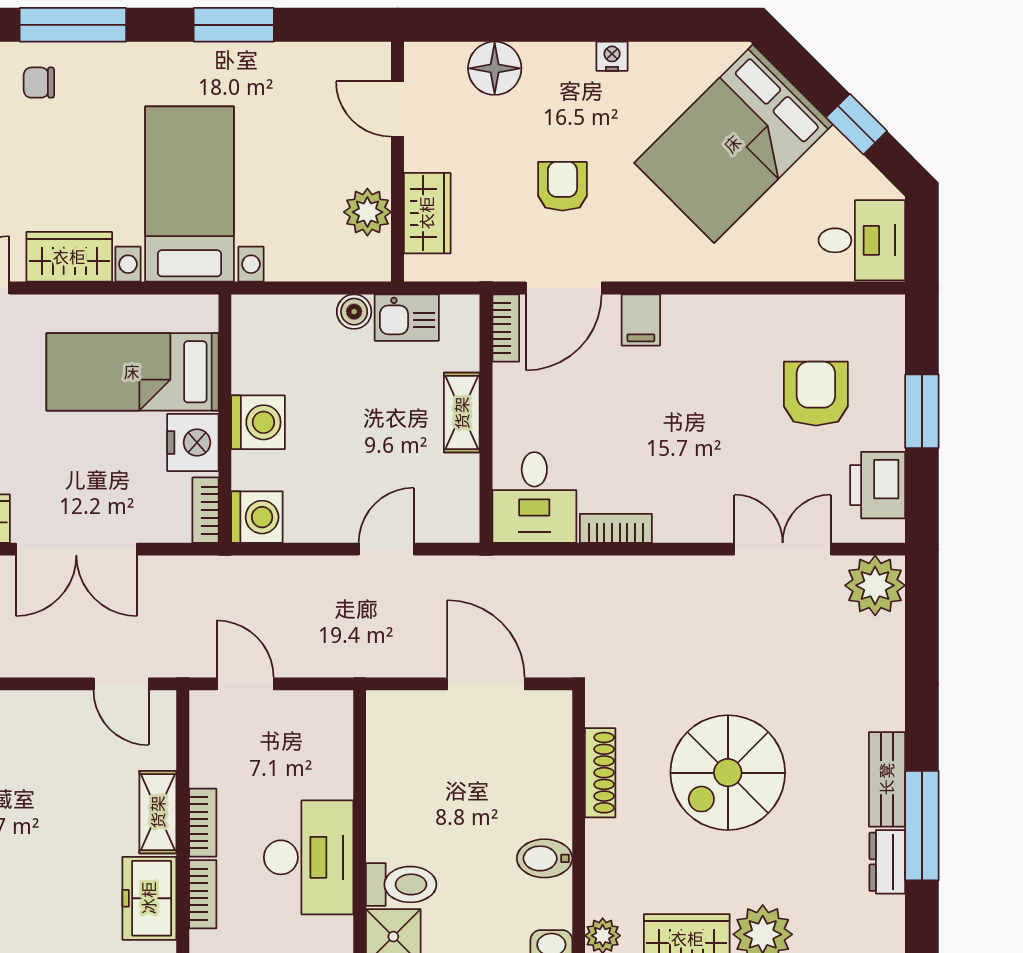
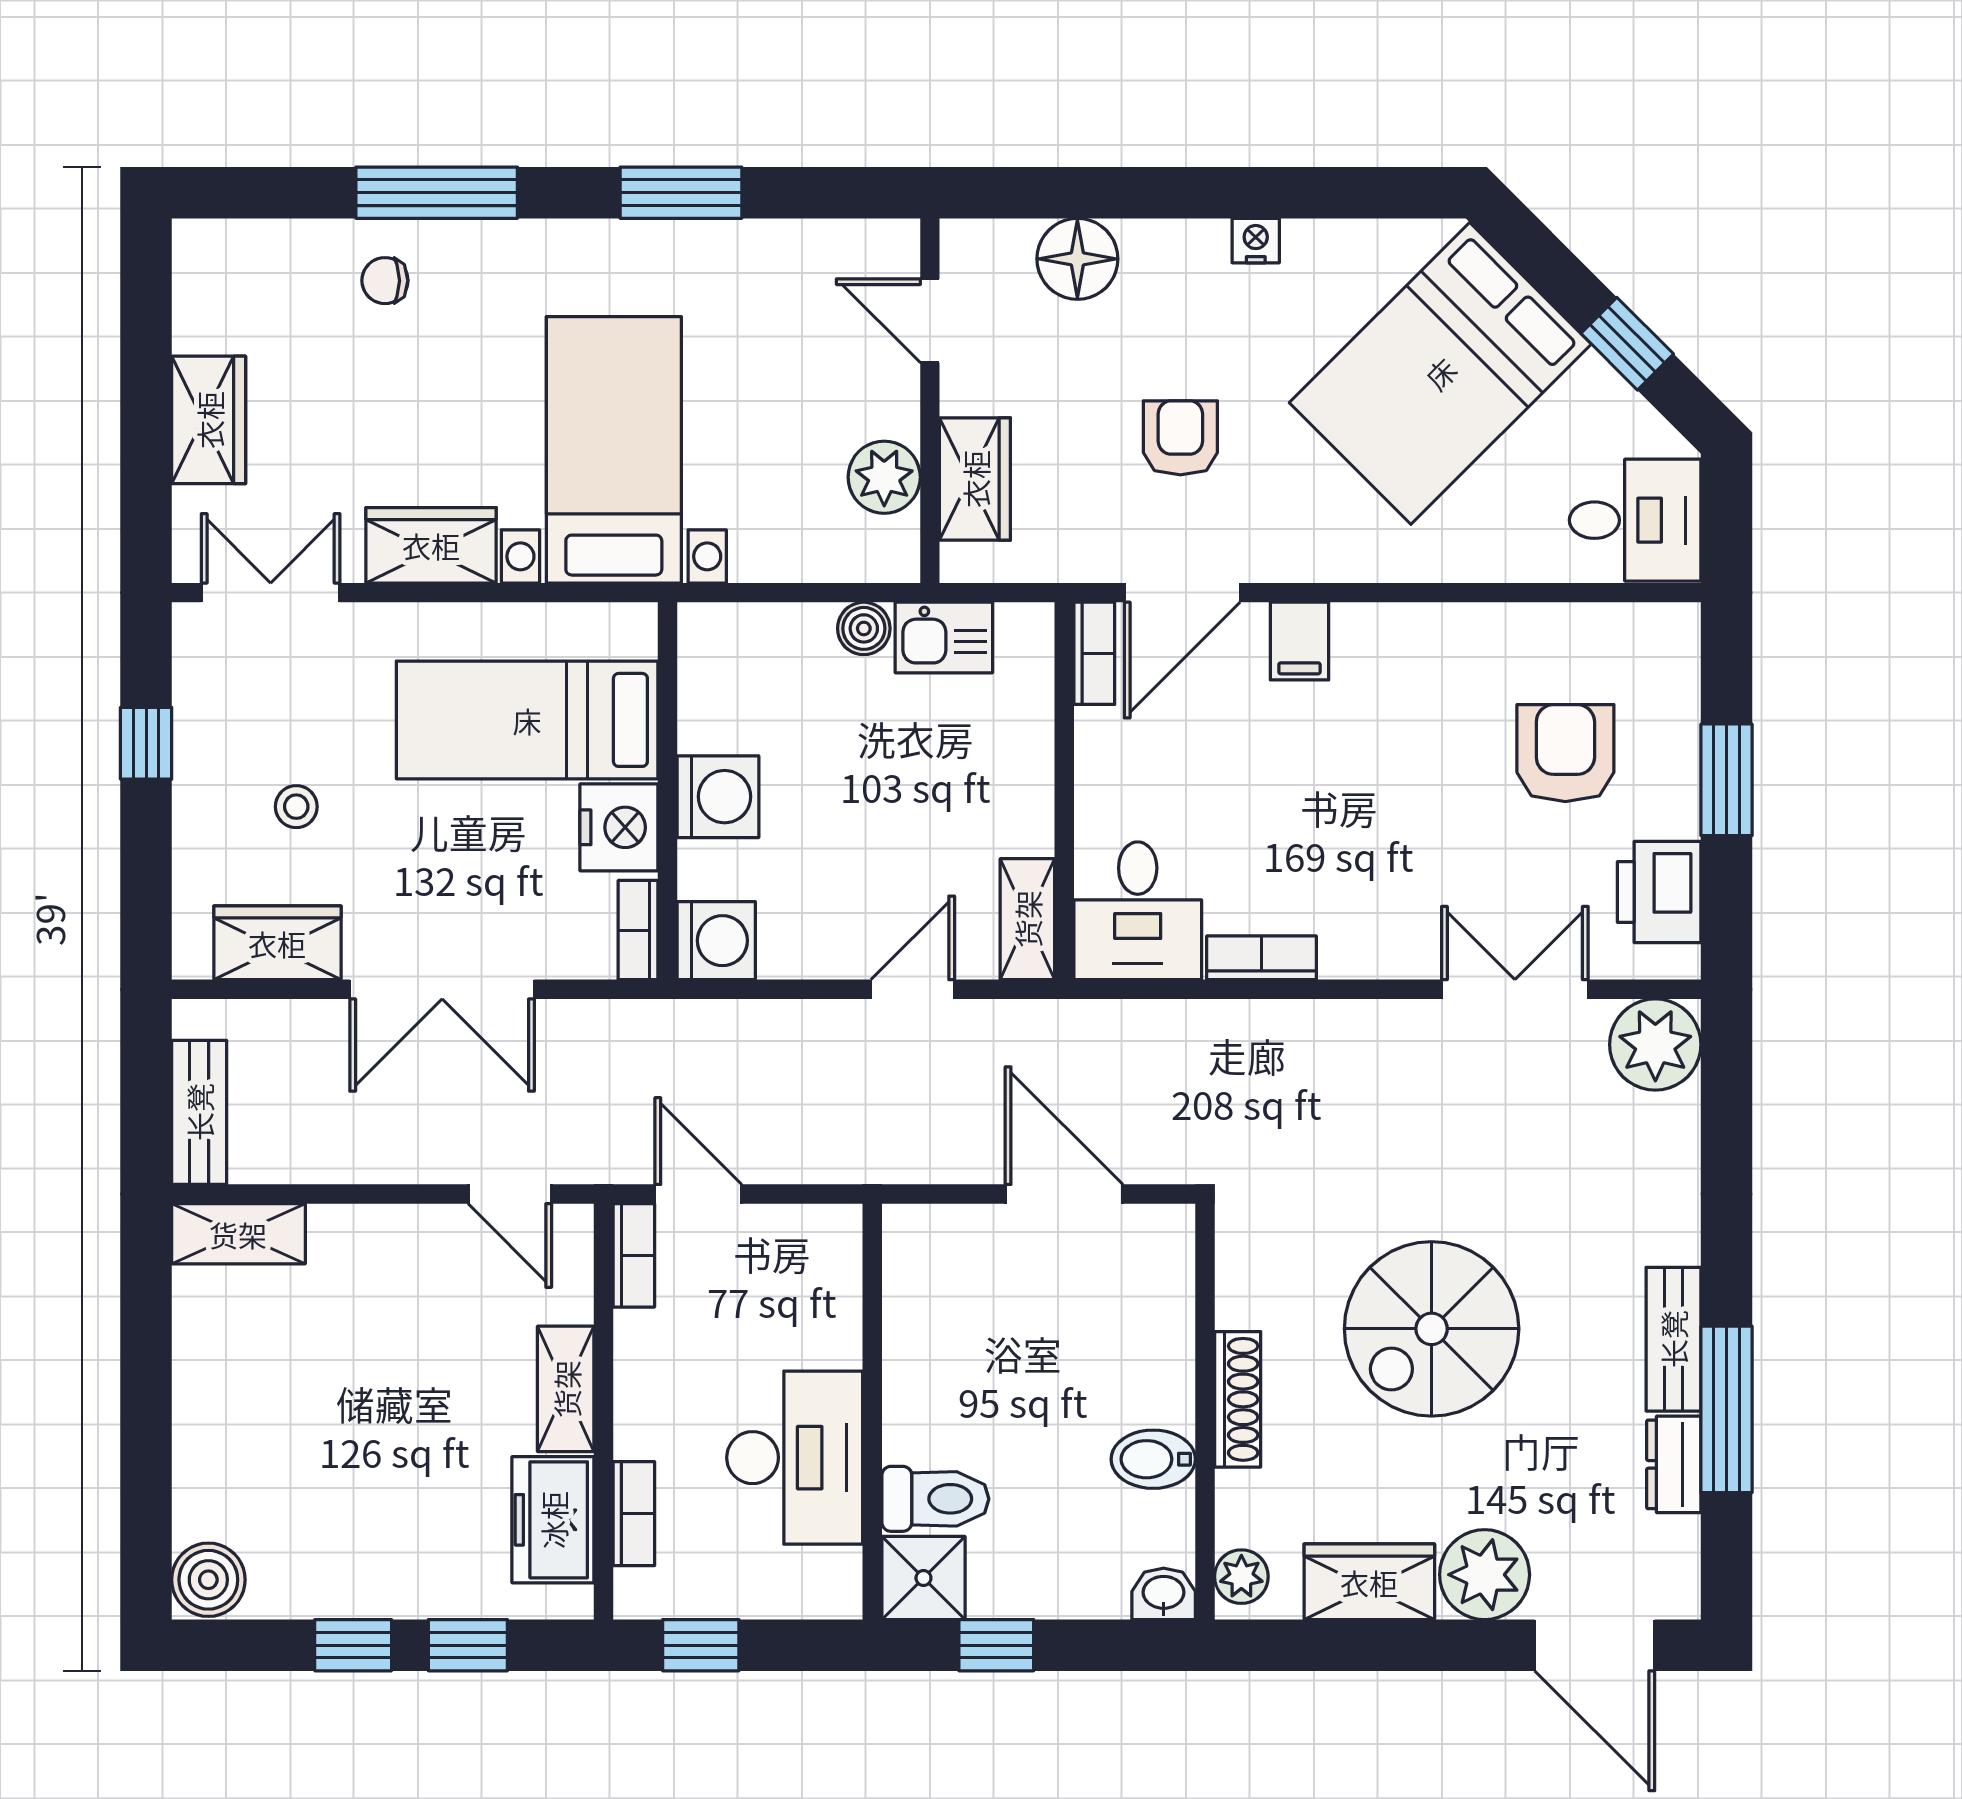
shelving: (462, 413) -> (1027, 919), moved
shoe rack: (600, 773) -> (1238, 1399), moved
bookcase: (203, 823) -> (634, 1255), moved

